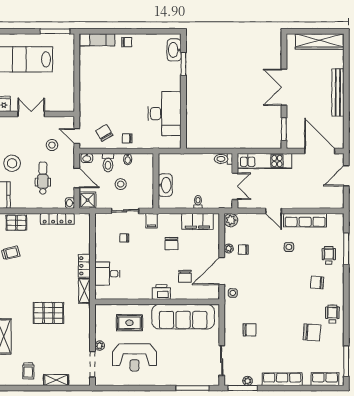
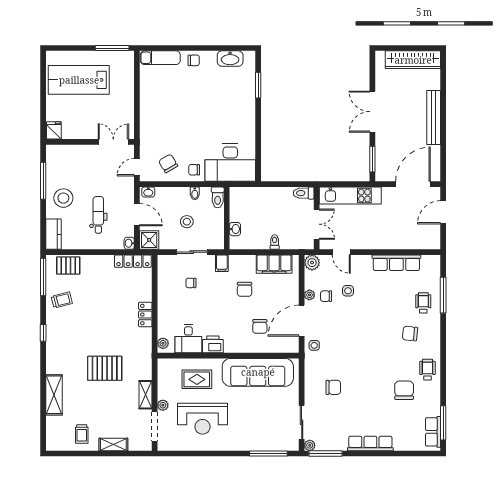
washbasin: (174, 50) -> (230, 59), moved, turned -90
double door: (31, 114) -> (113, 142), moved
desk: (164, 114) -> (230, 163), moved, turned 90
door: (77, 136) -> (137, 167), hinge flipped
stool: (52, 145) -> (109, 177), removed
door: (320, 151) -> (413, 184), hinge flipped
toilet: (108, 163) -> (218, 197), moved
washbasin: (165, 185) -> (235, 229), width x0.52, depth x0.69
door: (274, 211) -> (341, 252), moved
locker: (57, 219) -> (133, 261), moved
side table: (289, 247) -> (348, 291), moved
desk: (107, 274) -> (188, 339), moved, turned -90
shelving: (84, 291) -> (146, 395), moved
plant: (100, 291) -> (163, 343), added
printer: (161, 292) -> (213, 344), moved
chair: (312, 332) -> (404, 390), turned -94
row of seats: (325, 379) -> (433, 432), moved, turned -90
plant: (248, 381) -> (310, 445), moved

